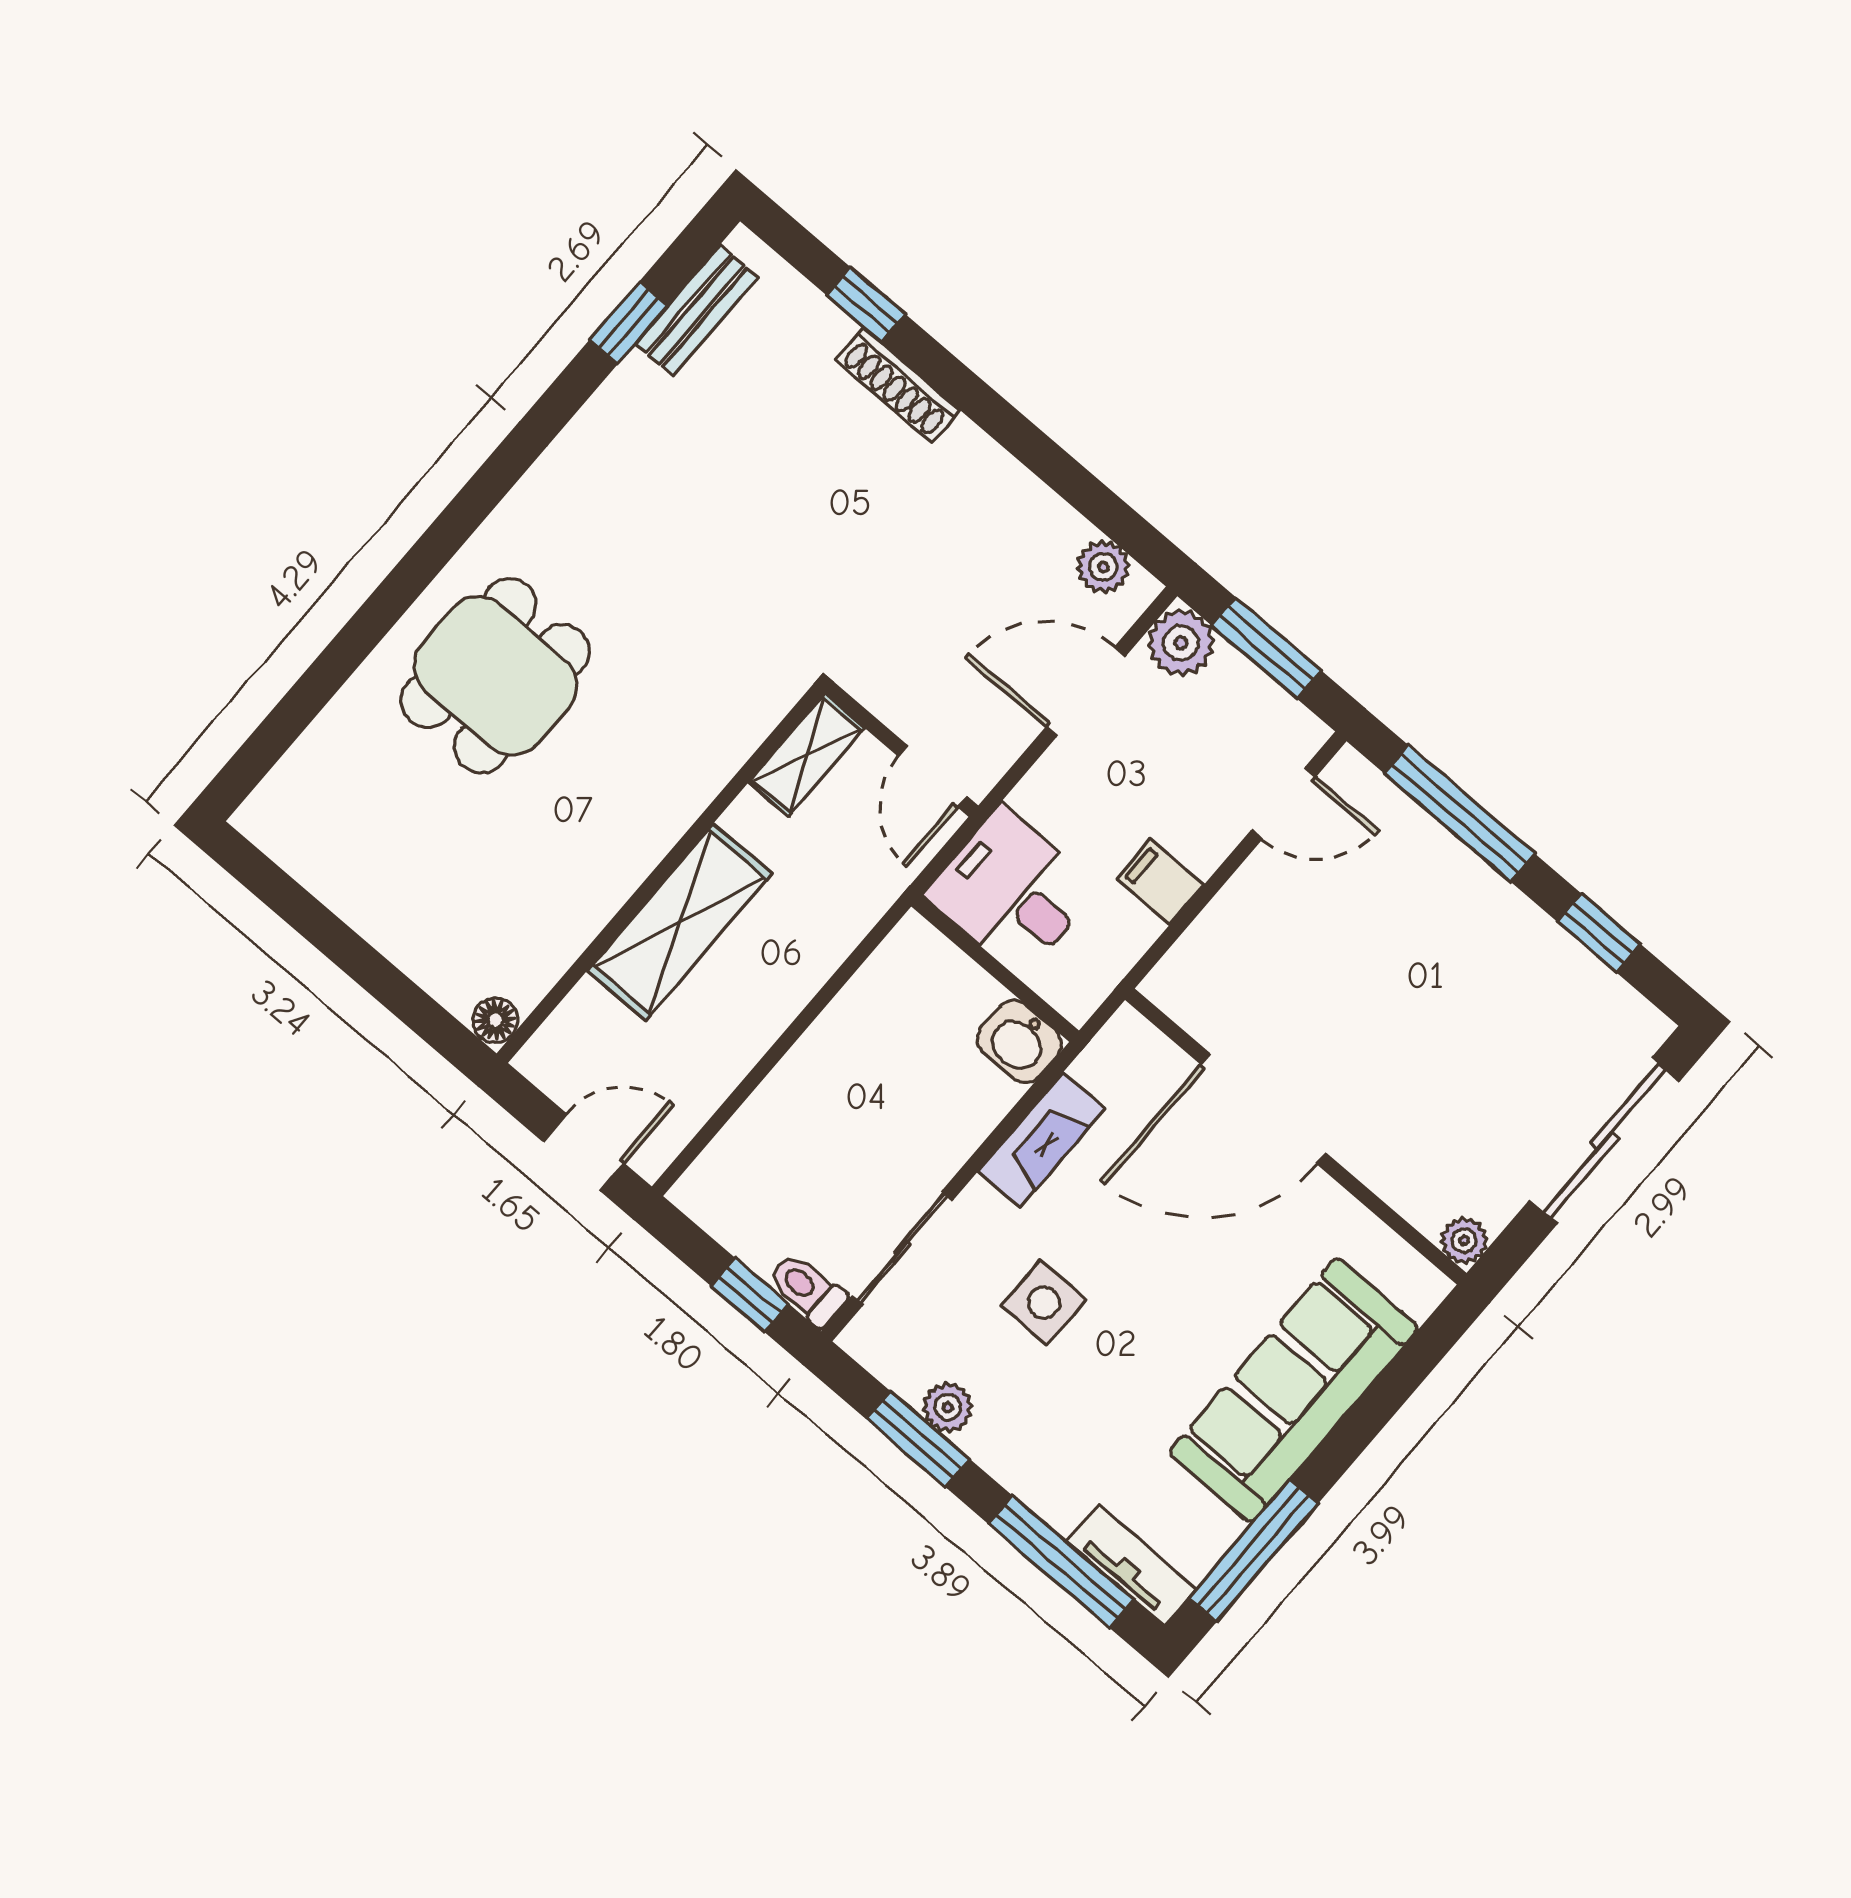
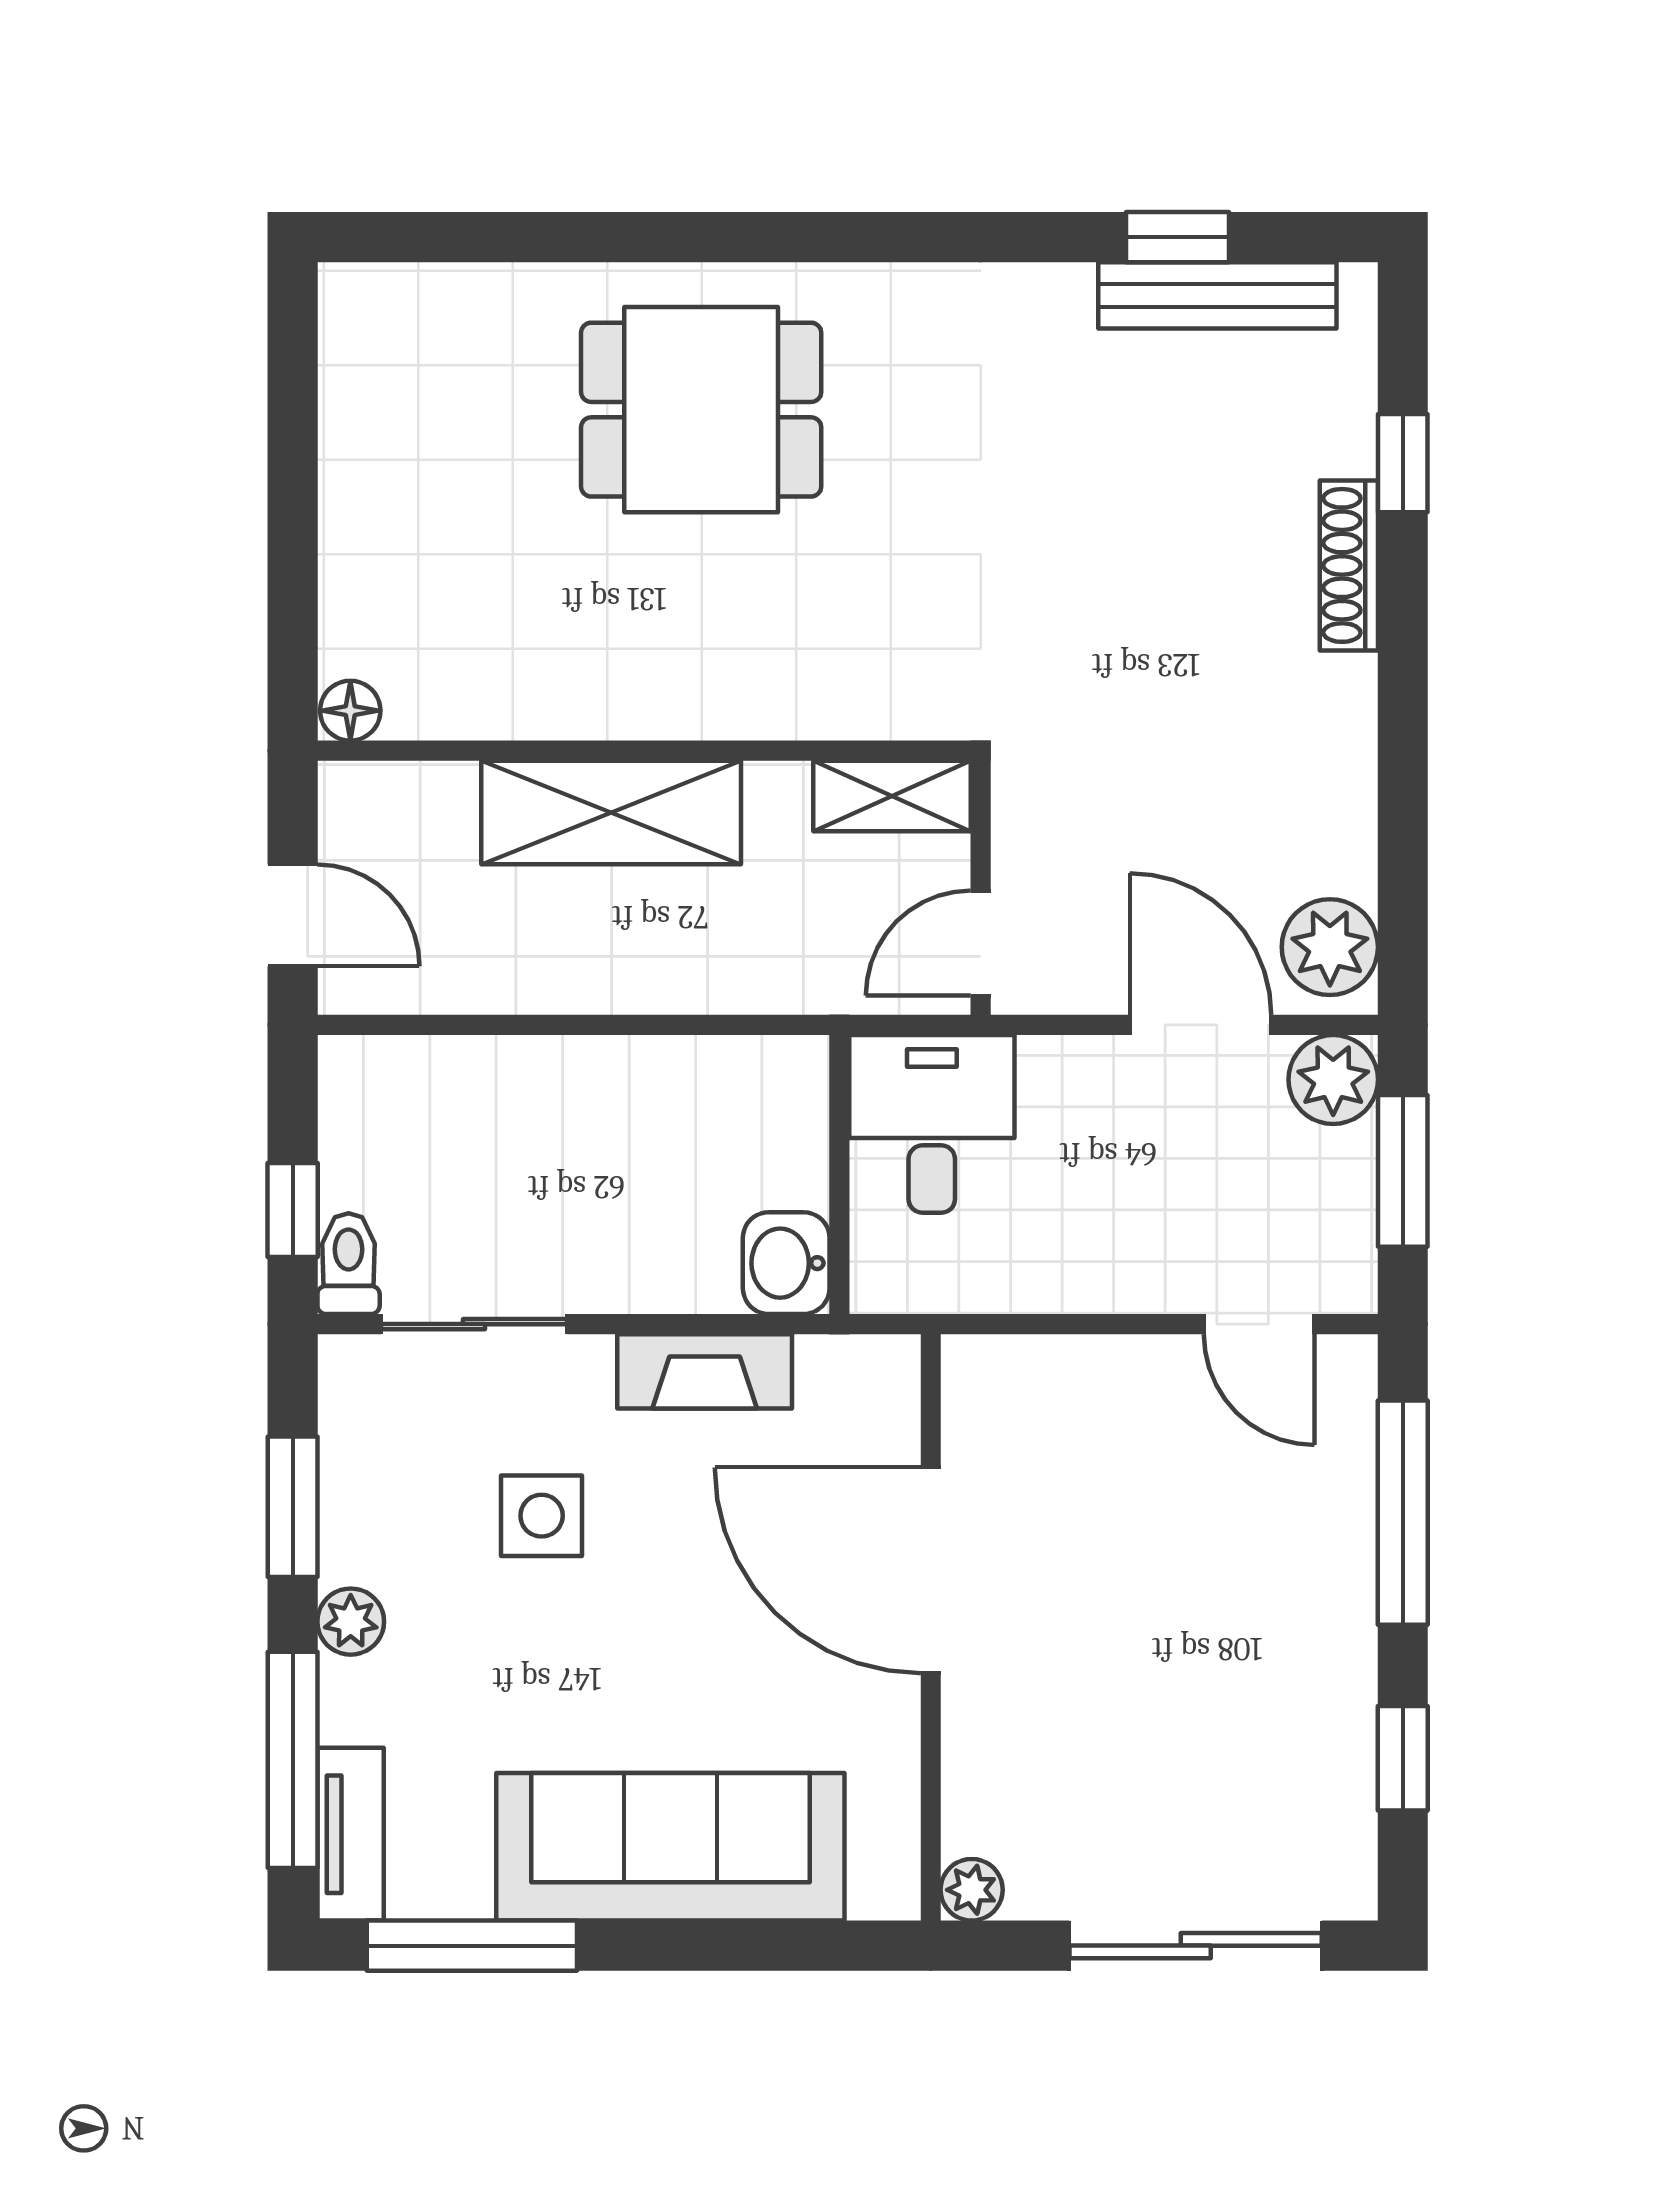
bench: (696, 310) -> (1217, 295), width x1.36
plant: (1103, 567) -> (1330, 947), width x1.38, depth x1.38
filing cabinet: (1160, 882) -> (1072, 1267), removed
plant: (948, 1407) -> (351, 1622), moved

